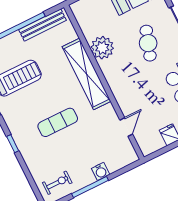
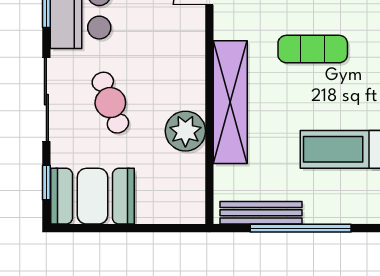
cafe table: (148, 43) -> (110, 103), turned -38

